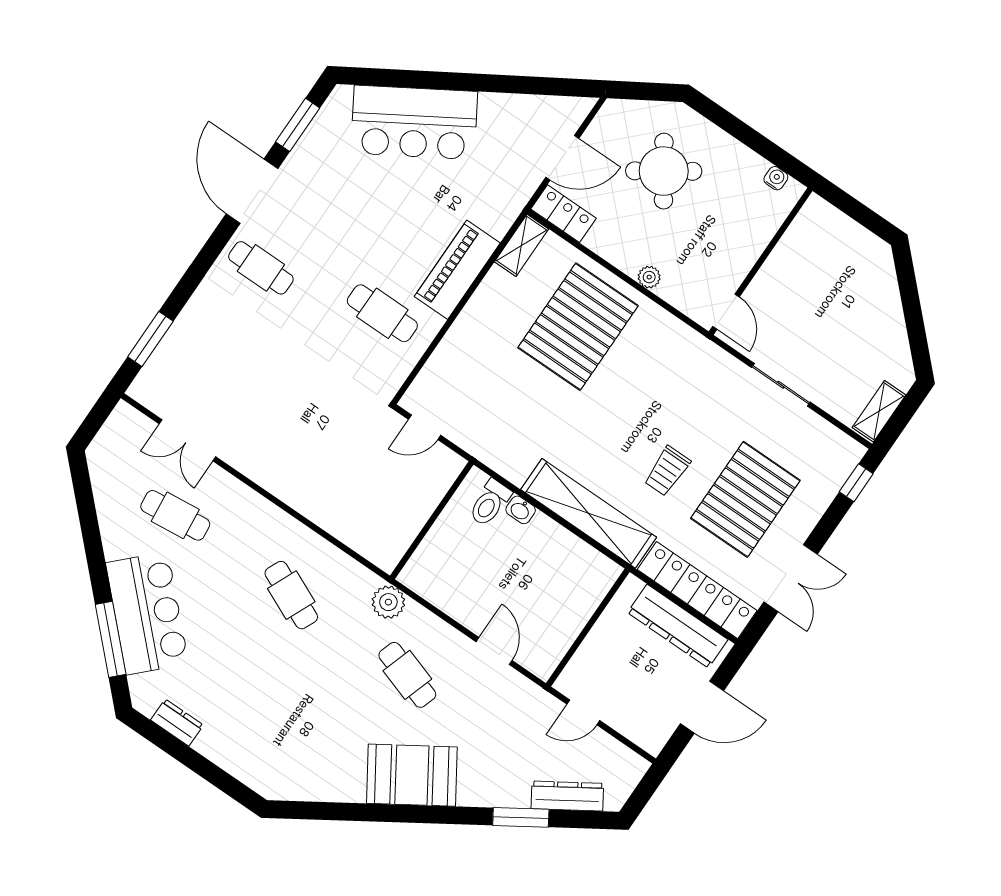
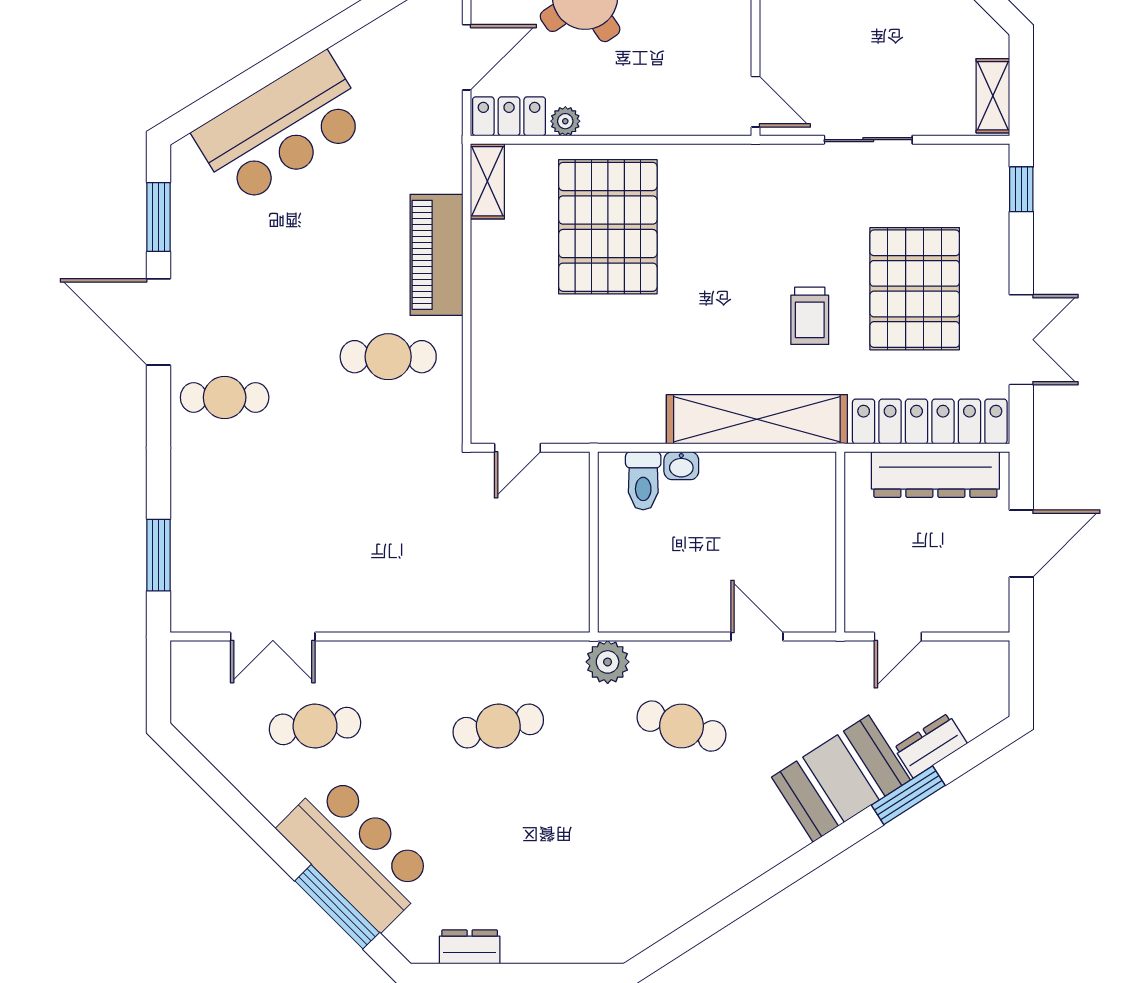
plant: (649, 277) -> (565, 121), moved
cafe table: (291, 595) -> (498, 726), turned -36
booth: (412, 775) -> (841, 779), moved
dresser: (567, 796) -> (931, 746), width x0.70

